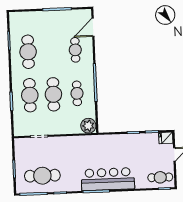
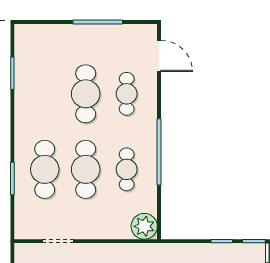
door: (93, 27) -> (159, 56), swing flipped
cafe table: (28, 52) -> (86, 94), moved

